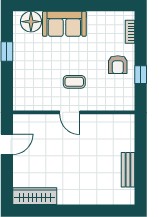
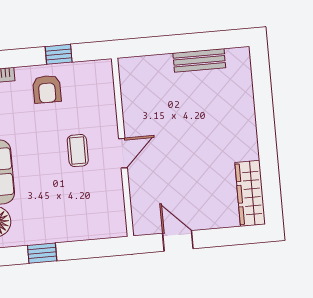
armchair: (118, 65) -> (47, 89), turned 90

